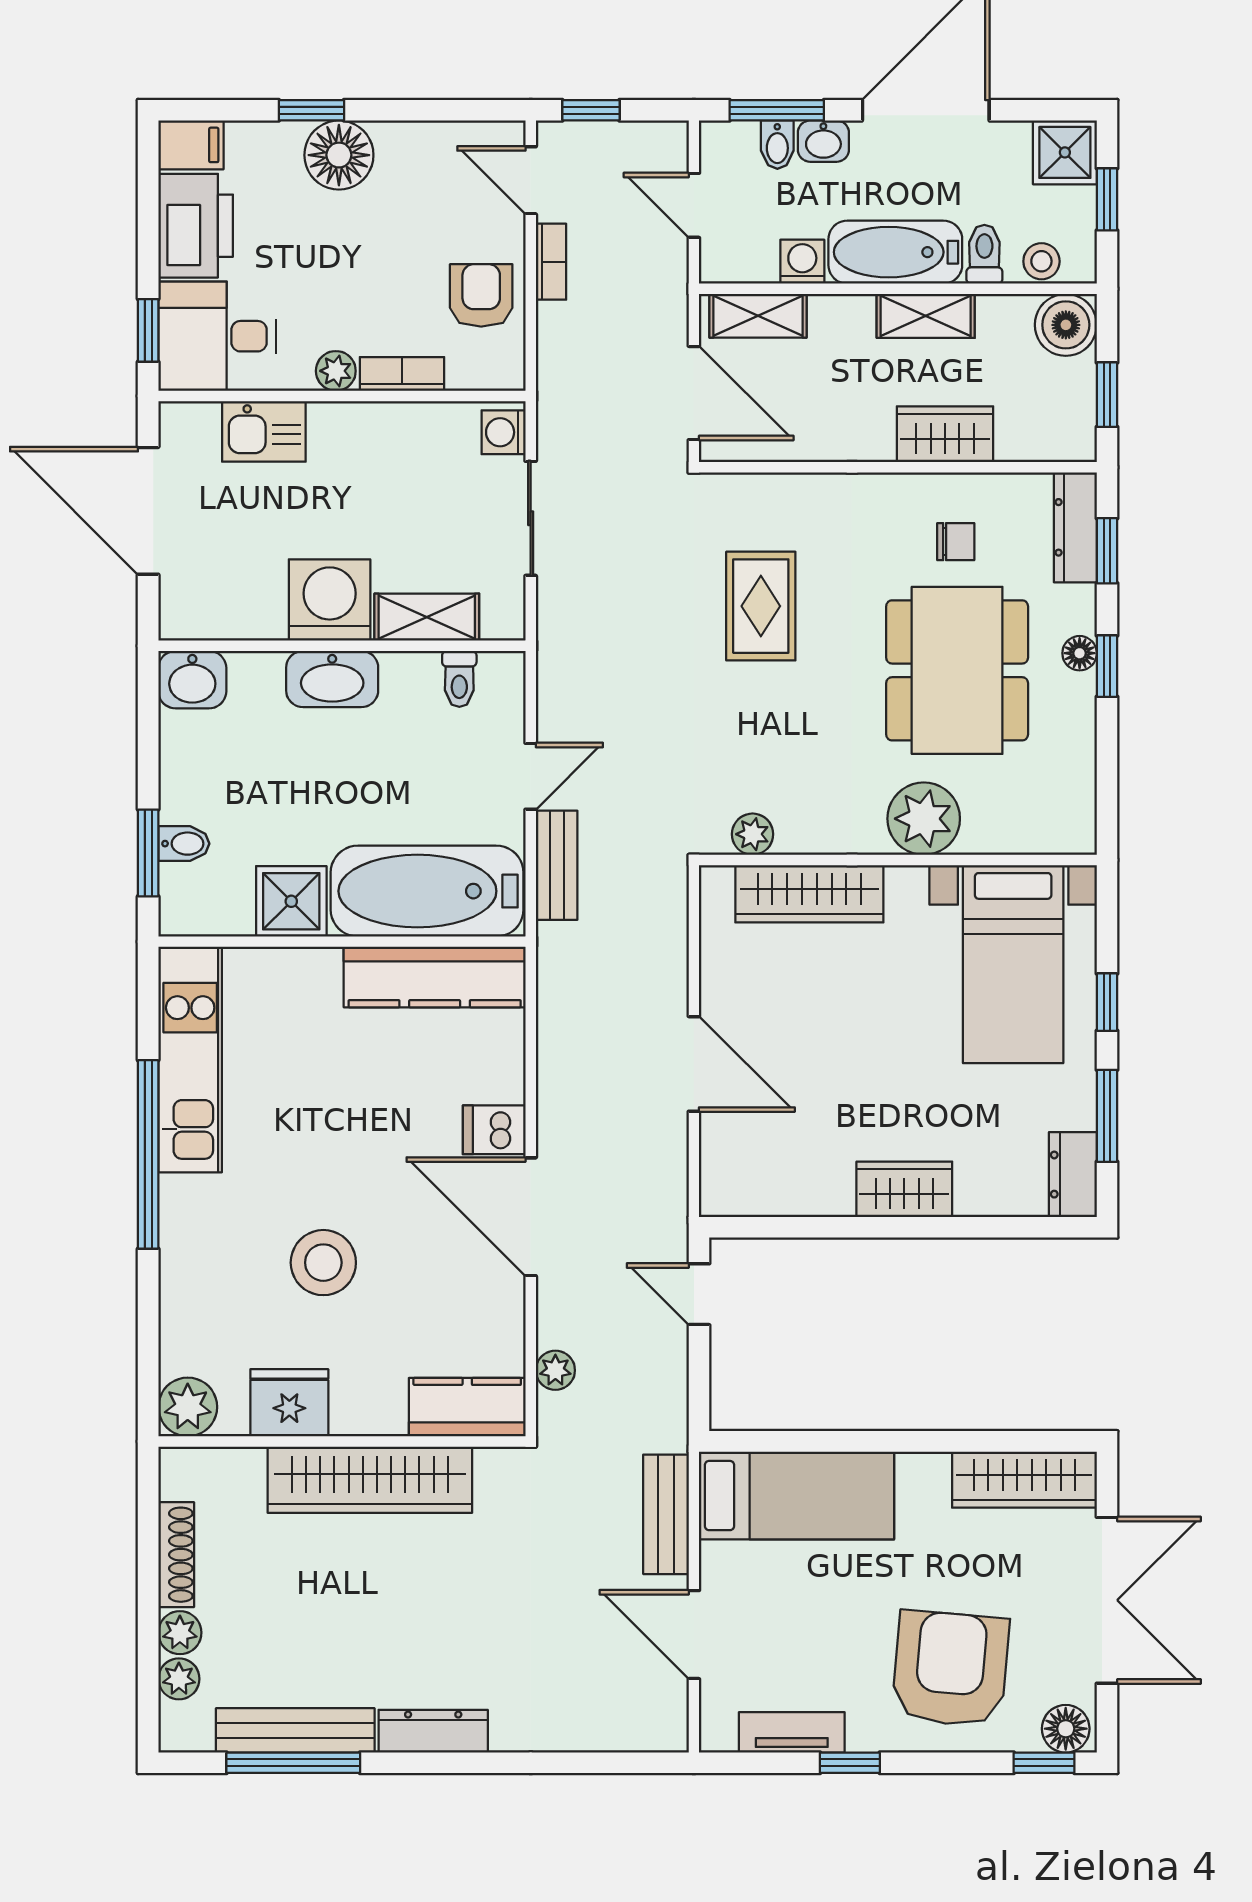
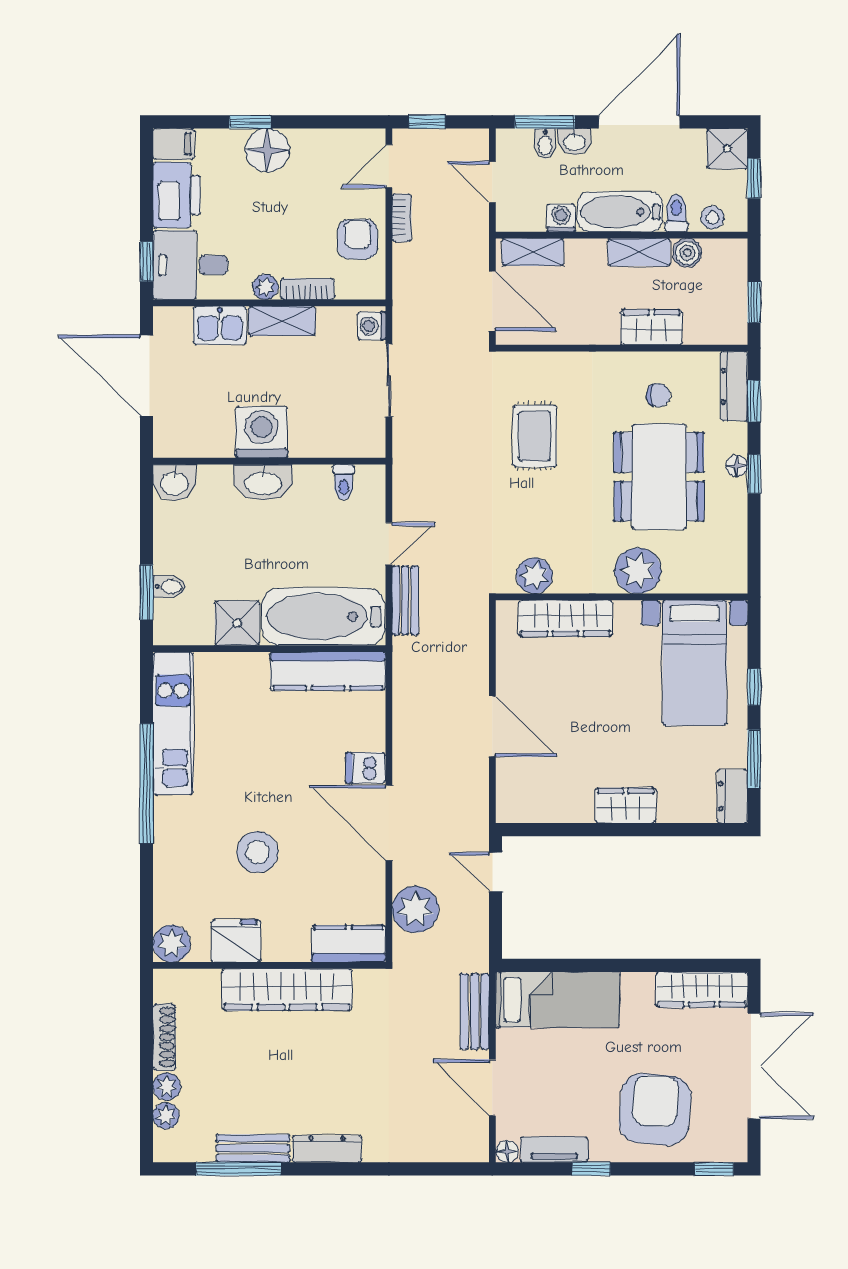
door: (531, 180) -> (389, 166), hinge flipped
boiler: (1066, 325) -> (687, 253), moved, width x0.73, depth x0.73
shelving: (427, 617) -> (282, 321), moved
plant: (753, 834) -> (534, 576), width x1.38, depth x1.38
plant: (555, 1370) -> (415, 909), width x1.88, depth x1.88
floor lamp: (1066, 1729) -> (507, 1151), moved, width x0.73, depth x0.73
bench: (295, 1730) -> (253, 1148), width x0.73

